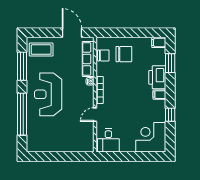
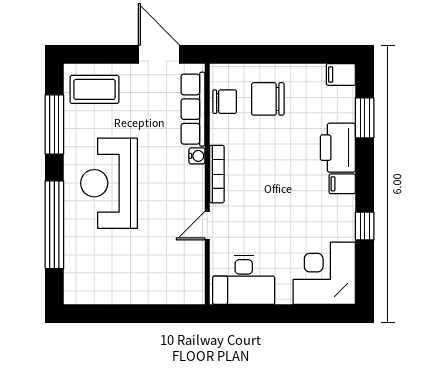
chair: (124, 54) -> (268, 99), turned 180
desk: (108, 141) -> (244, 280), width x1.37

